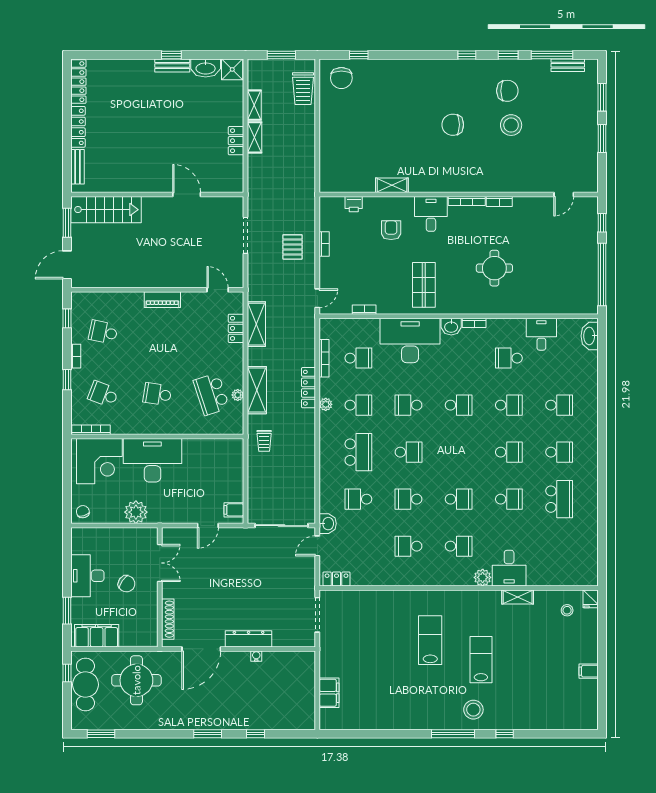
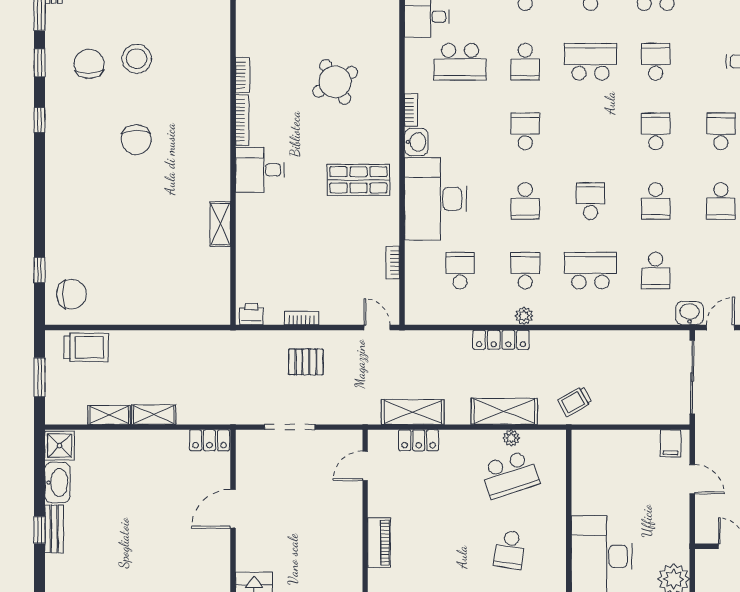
locker: (236, 141) -> (209, 440), moved
printer: (354, 204) -> (251, 314), moved, turned -90
armchair: (391, 230) -> (283, 225), removed
round table: (494, 268) -> (335, 82), turned -30
bookcase: (324, 358) -> (460, 318), removed
school desk: (509, 358) -> (460, 62), width x1.85
school desk: (509, 405) -> (525, 62), turned 180
trolley: (264, 441) -> (575, 401), turned 151
school desk: (509, 452) -> (590, 62), width x1.85
door: (317, 546) -> (720, 327), swing flipped

